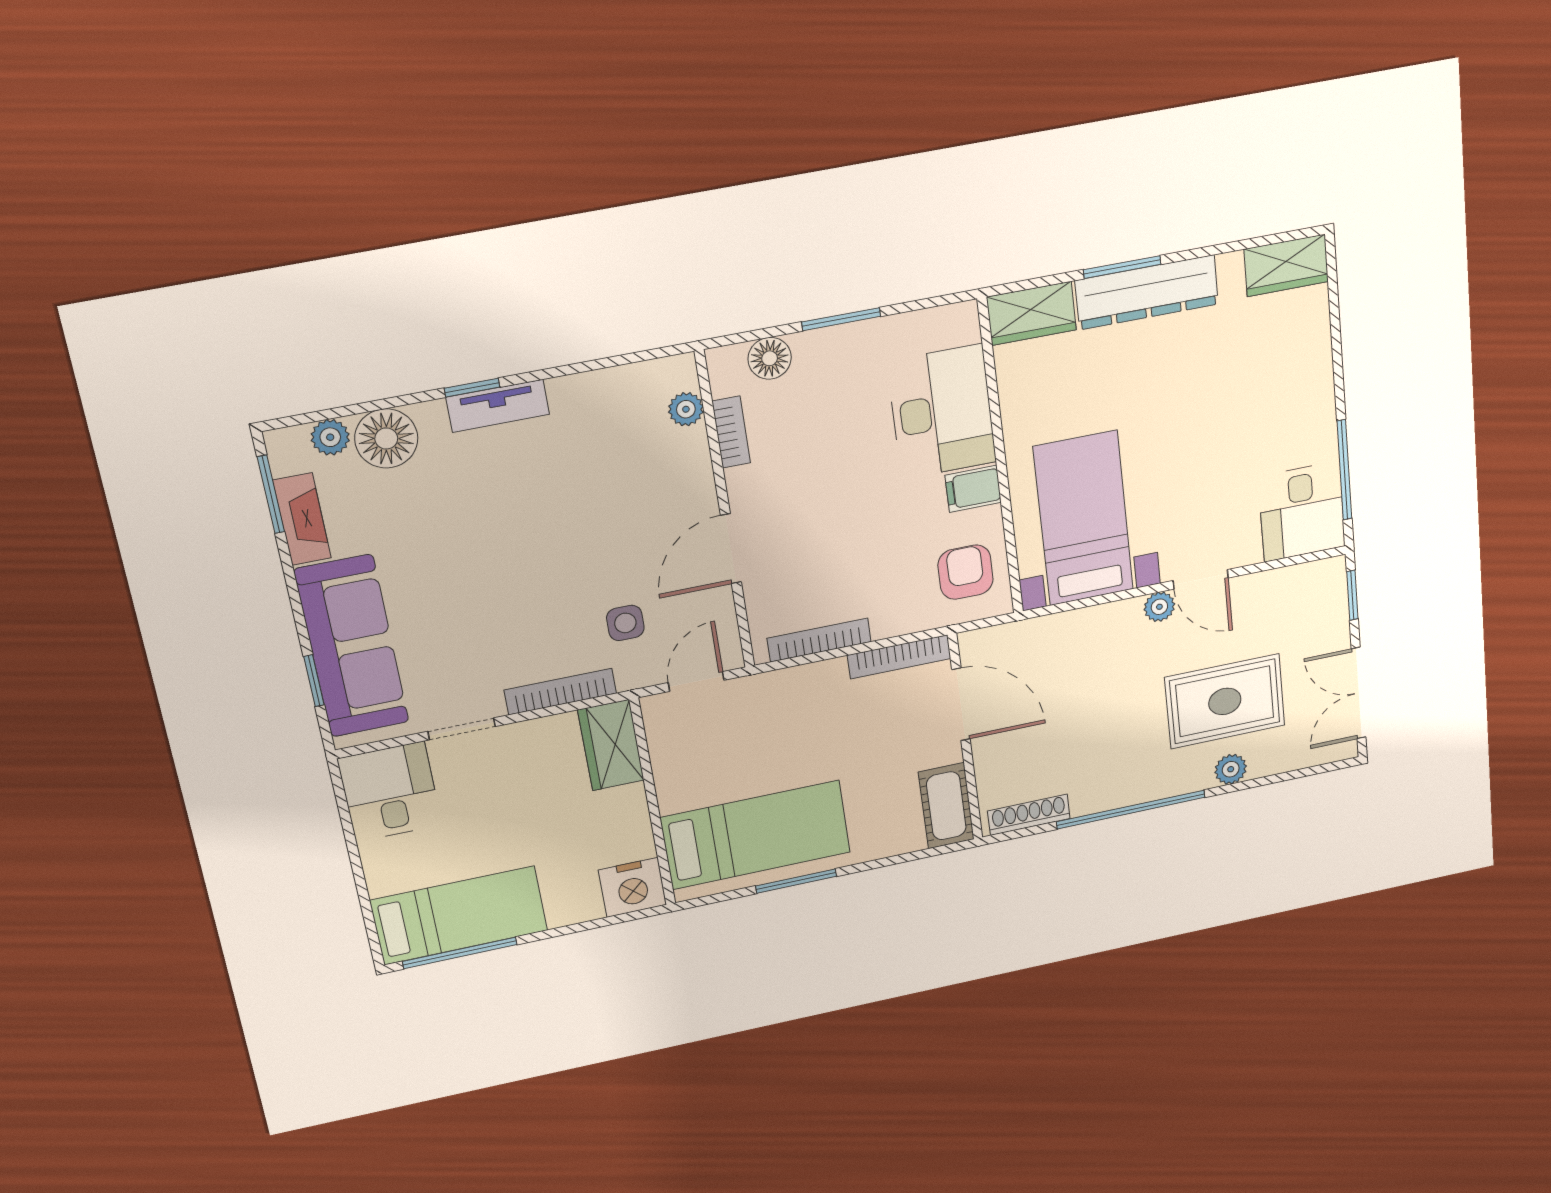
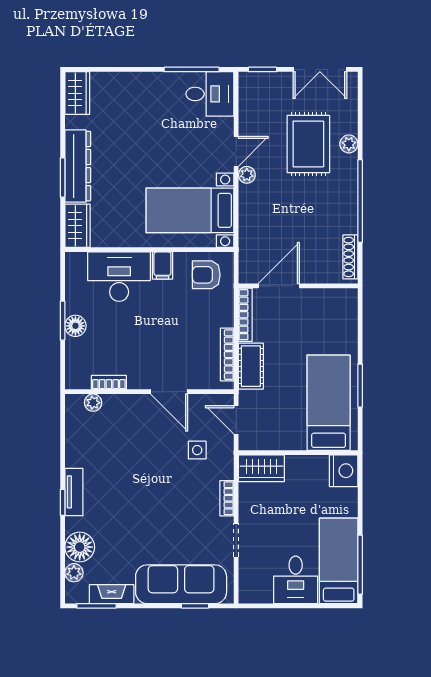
floor lamp: (770, 358) -> (75, 326), moved
bookcase: (560, 692) -> (227, 498), width x0.64
desk: (390, 792) -> (296, 580), moved, turned -90
cot: (946, 806) -> (251, 366), moved, turned 90

